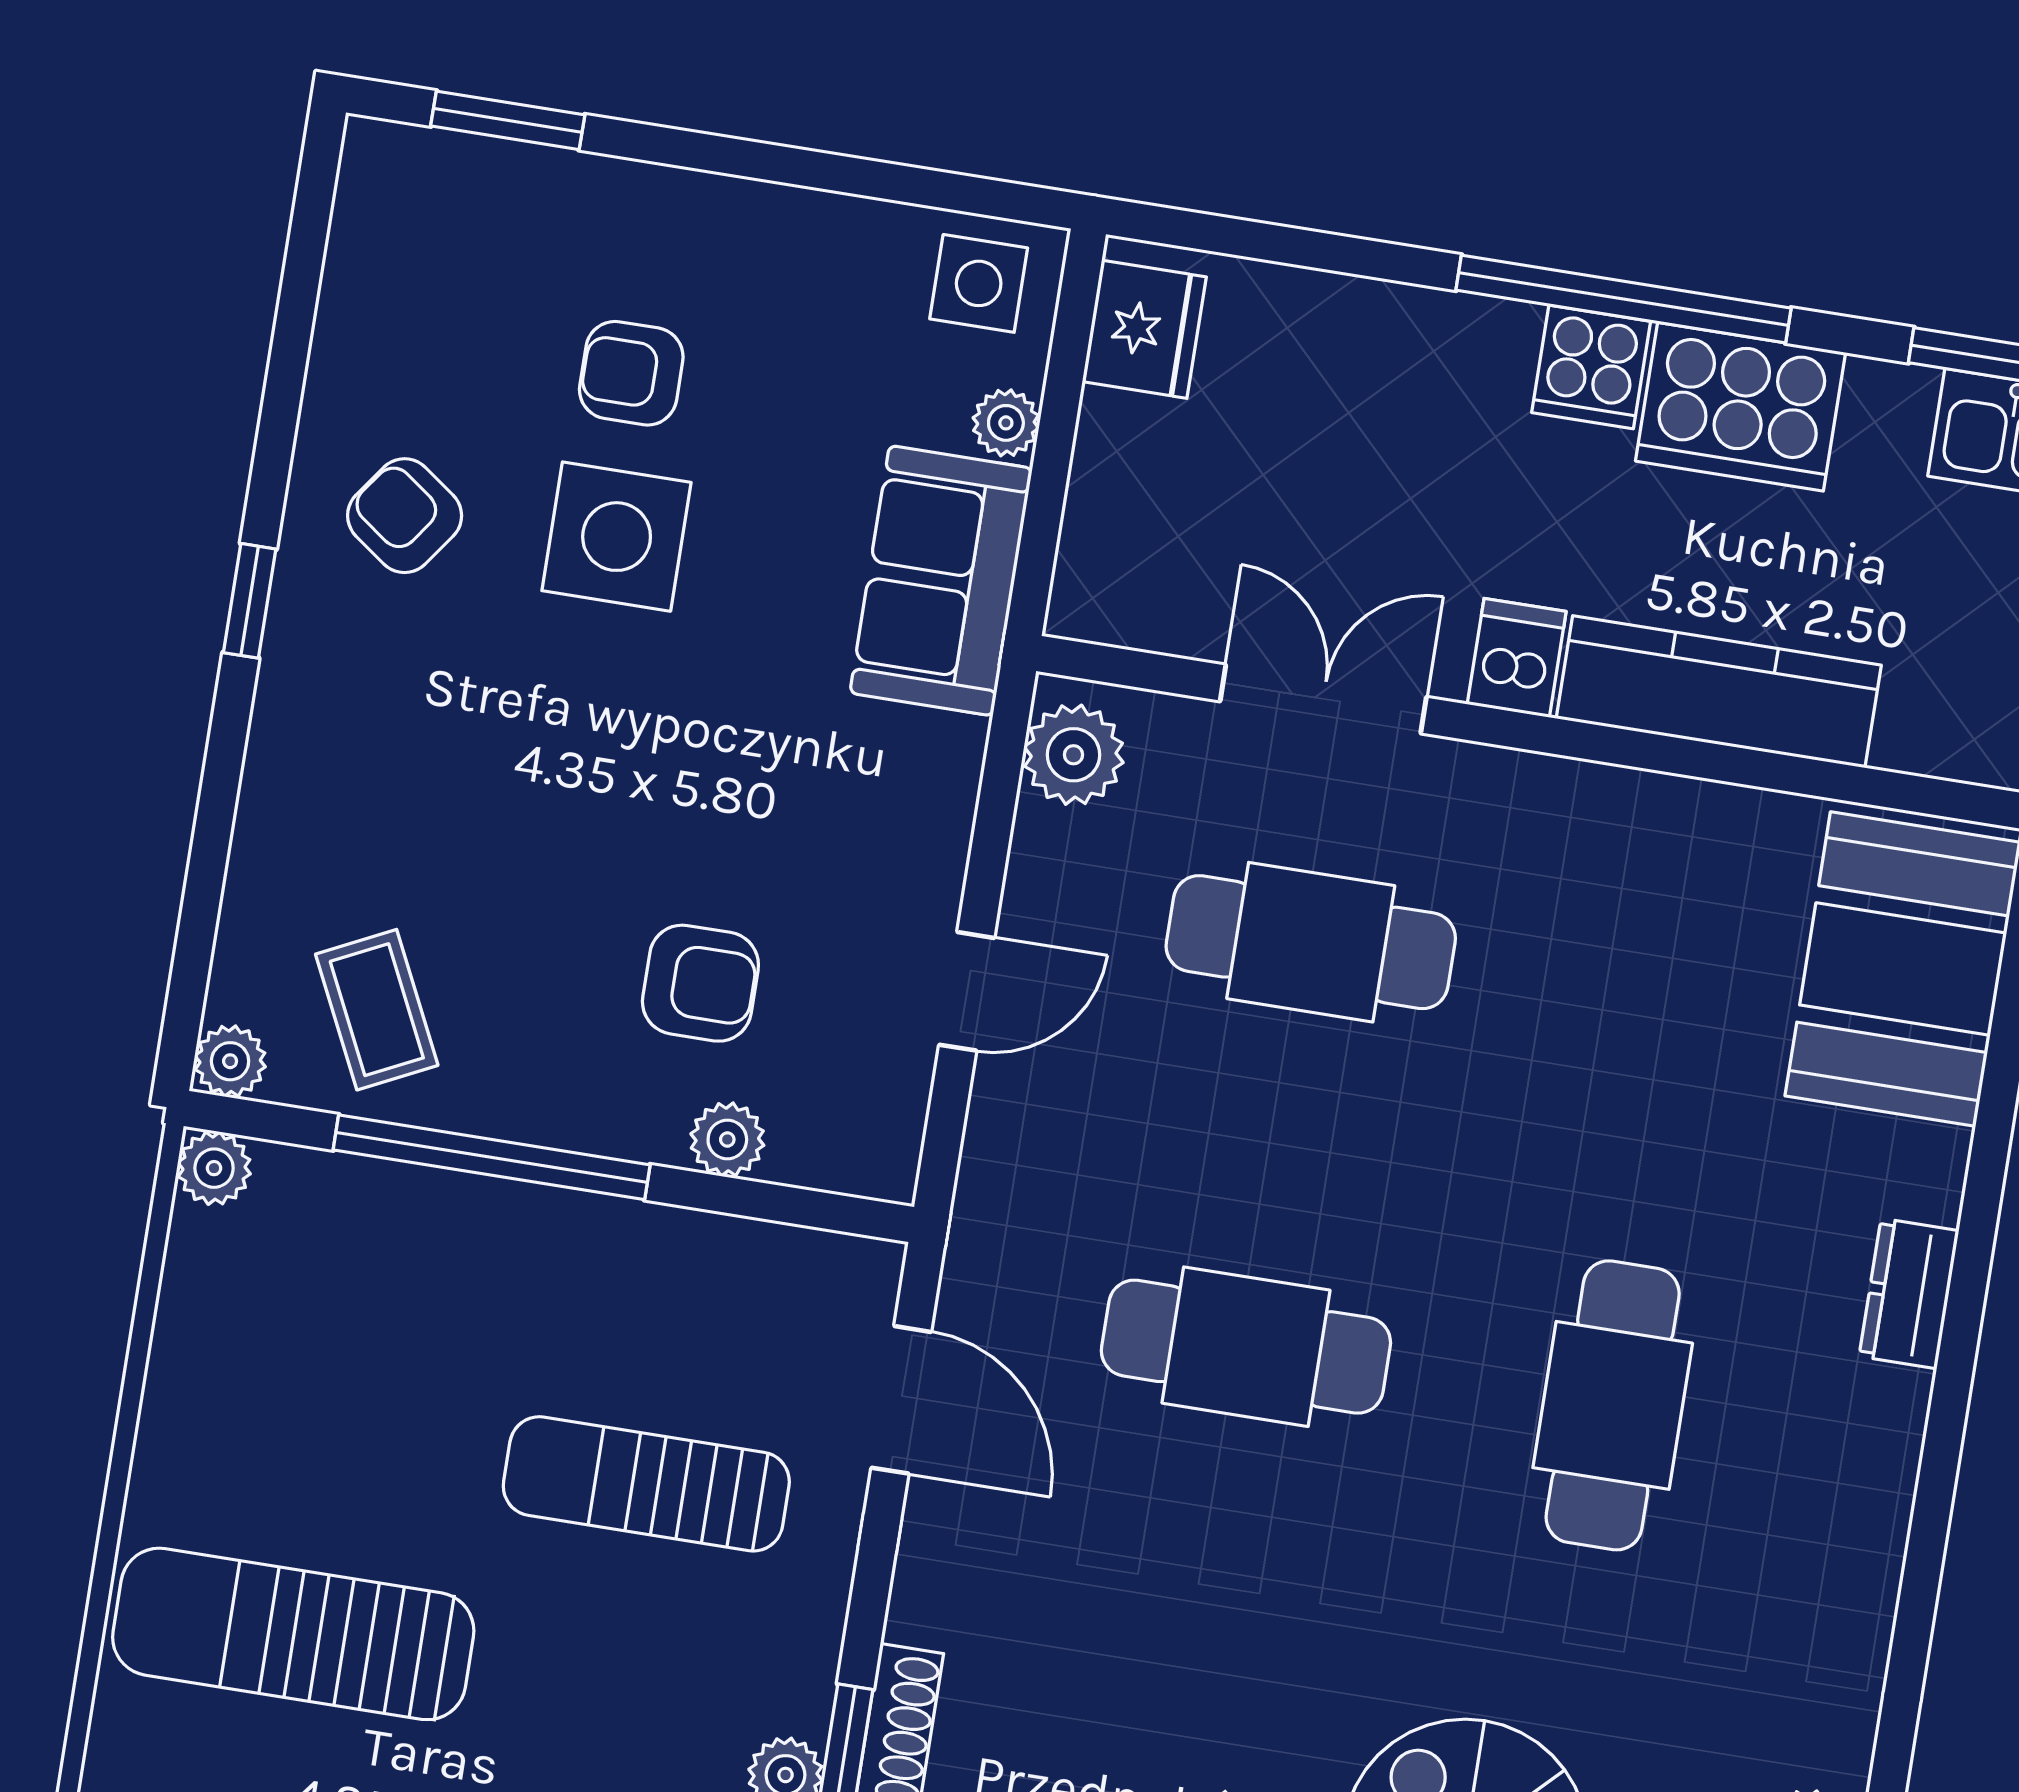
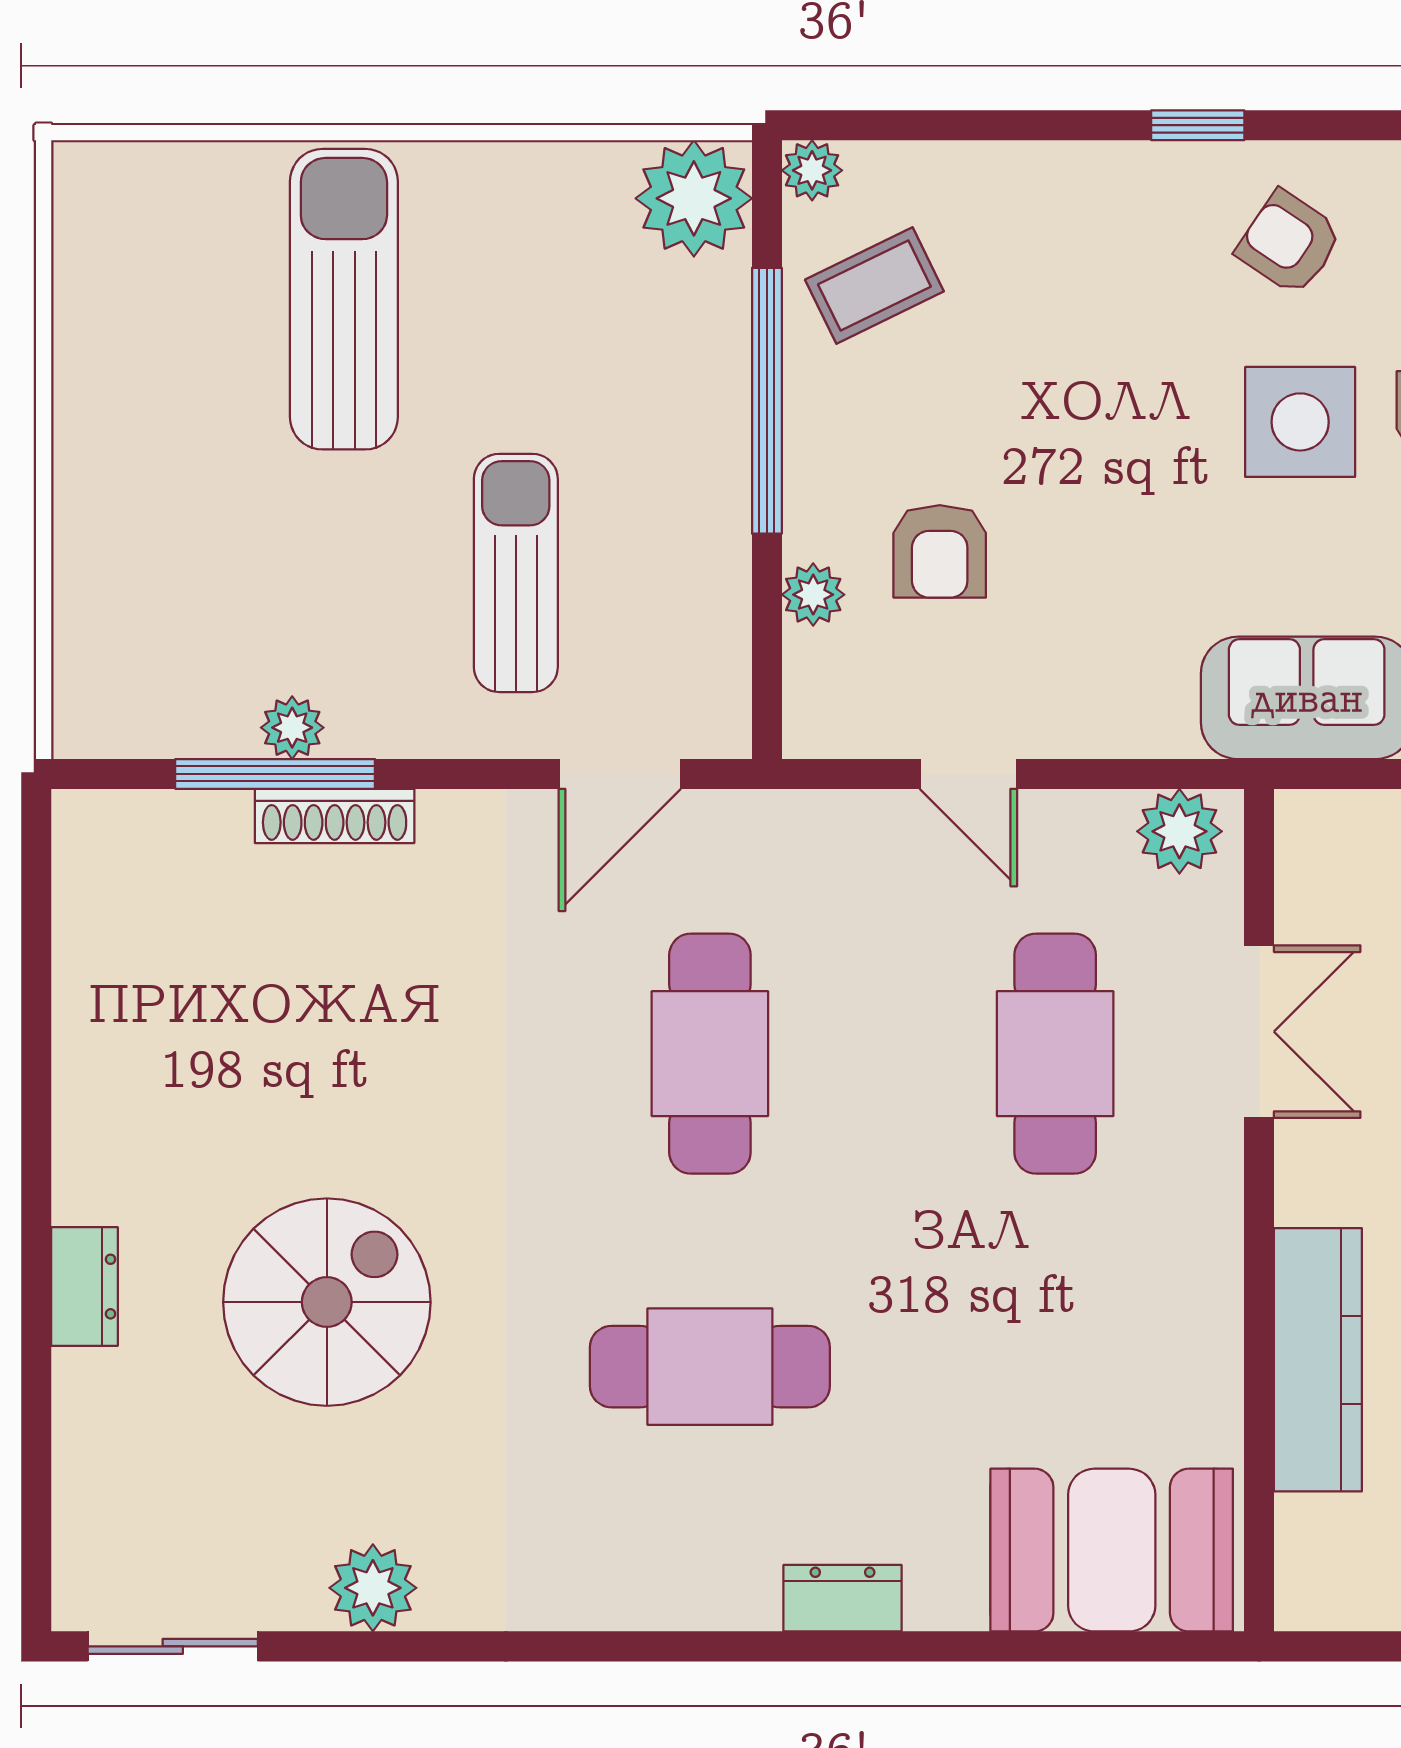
armchair: (405, 516) -> (1289, 243), turned -92
dishwasher: (1517, 658) -> (1319, 1187), removed
plant: (214, 1168) -> (694, 198), width x1.87, depth x1.87

